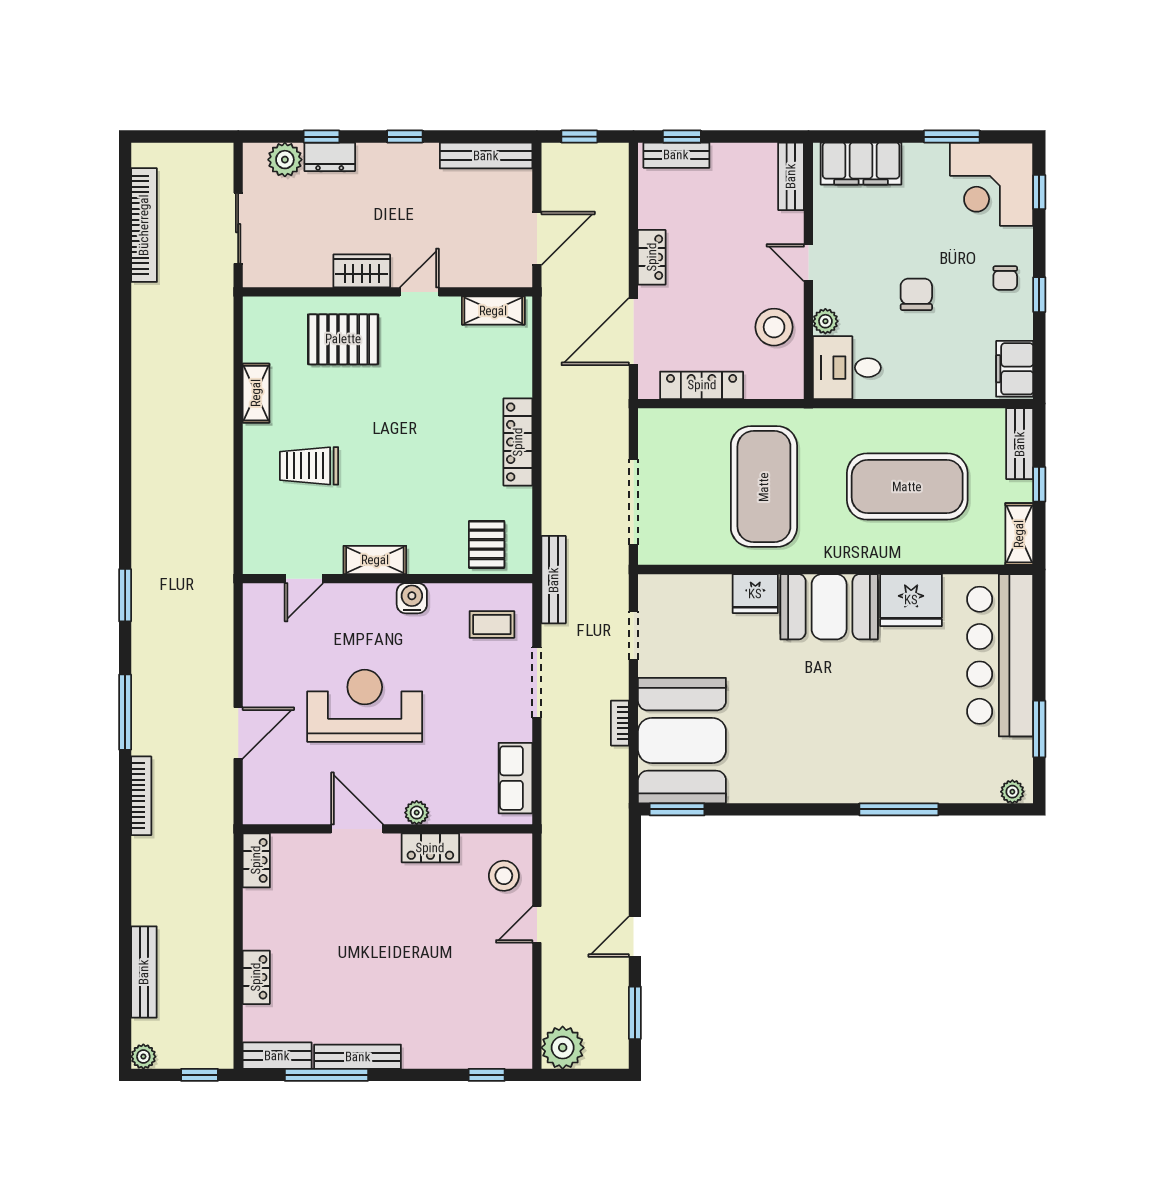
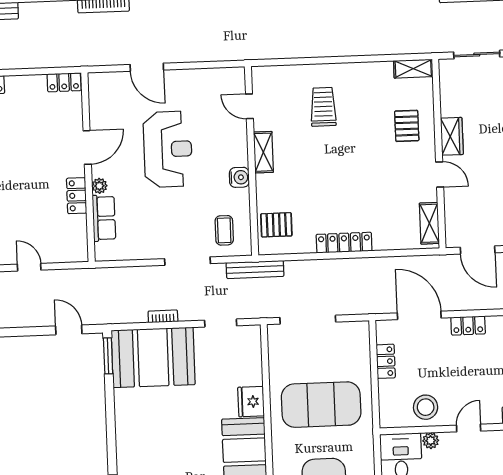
pallet: (343, 339) -> (407, 126), width x0.67, depth x0.71
locker: (702, 385) -> (386, 361), width x0.66
shelving: (256, 393) -> (413, 69), moved
row of seats: (515, 778) -> (104, 218), moved, turned 90
stool: (504, 876) -> (60, 244), removed
door: (635, 937) -> (69, 330), moved

